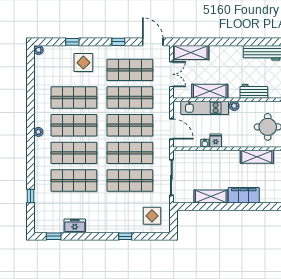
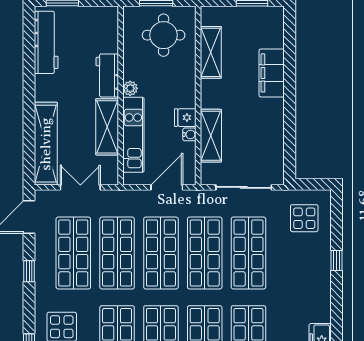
shelving: (191, 52) -> (46, 144), width x1.47
workbench: (254, 91) -> (107, 75), moved
shelving: (211, 196) -> (211, 136), moved

